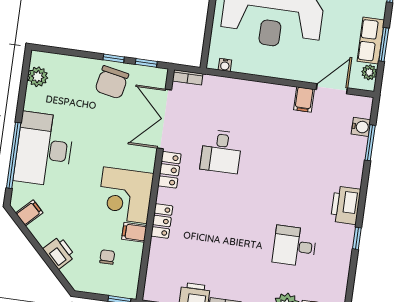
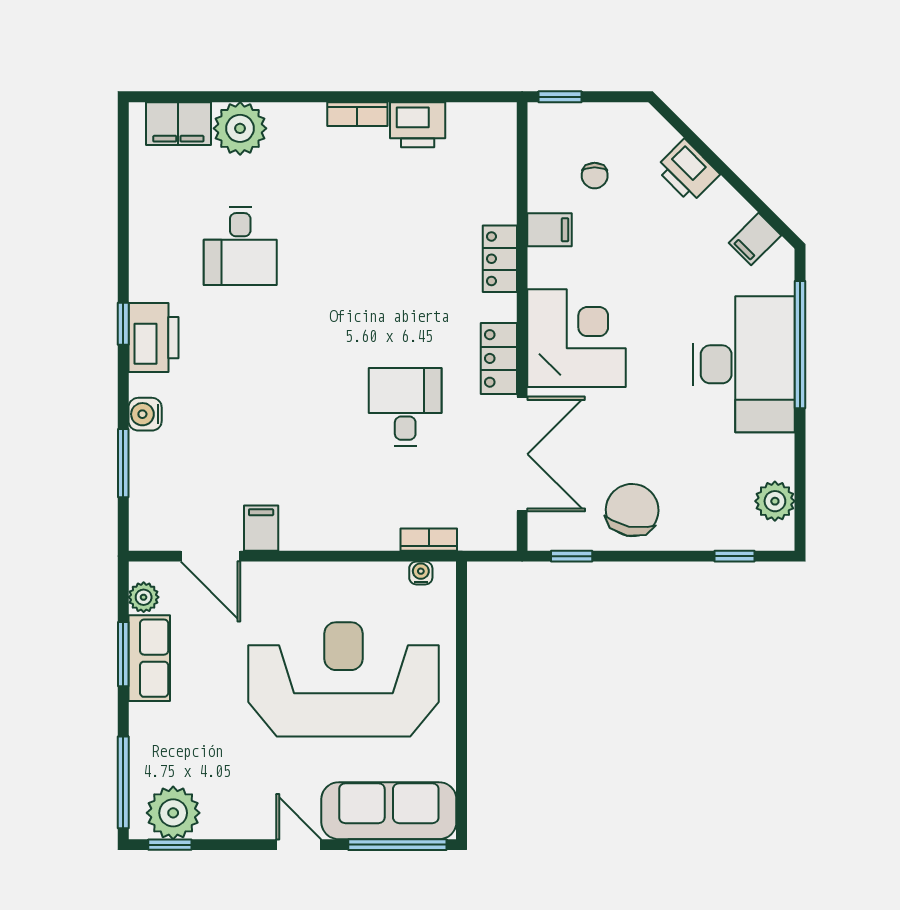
window: (114, 58) -> (735, 556), moved
bookcase: (188, 77) -> (429, 540), moved
door: (332, 89) -> (211, 556), hinge flipped
water cooler: (361, 127) -> (145, 414), moved
corner desk: (125, 195) -> (576, 338), moved
window: (357, 238) -> (123, 324), moved
desk: (294, 246) -> (240, 246), turned 90

